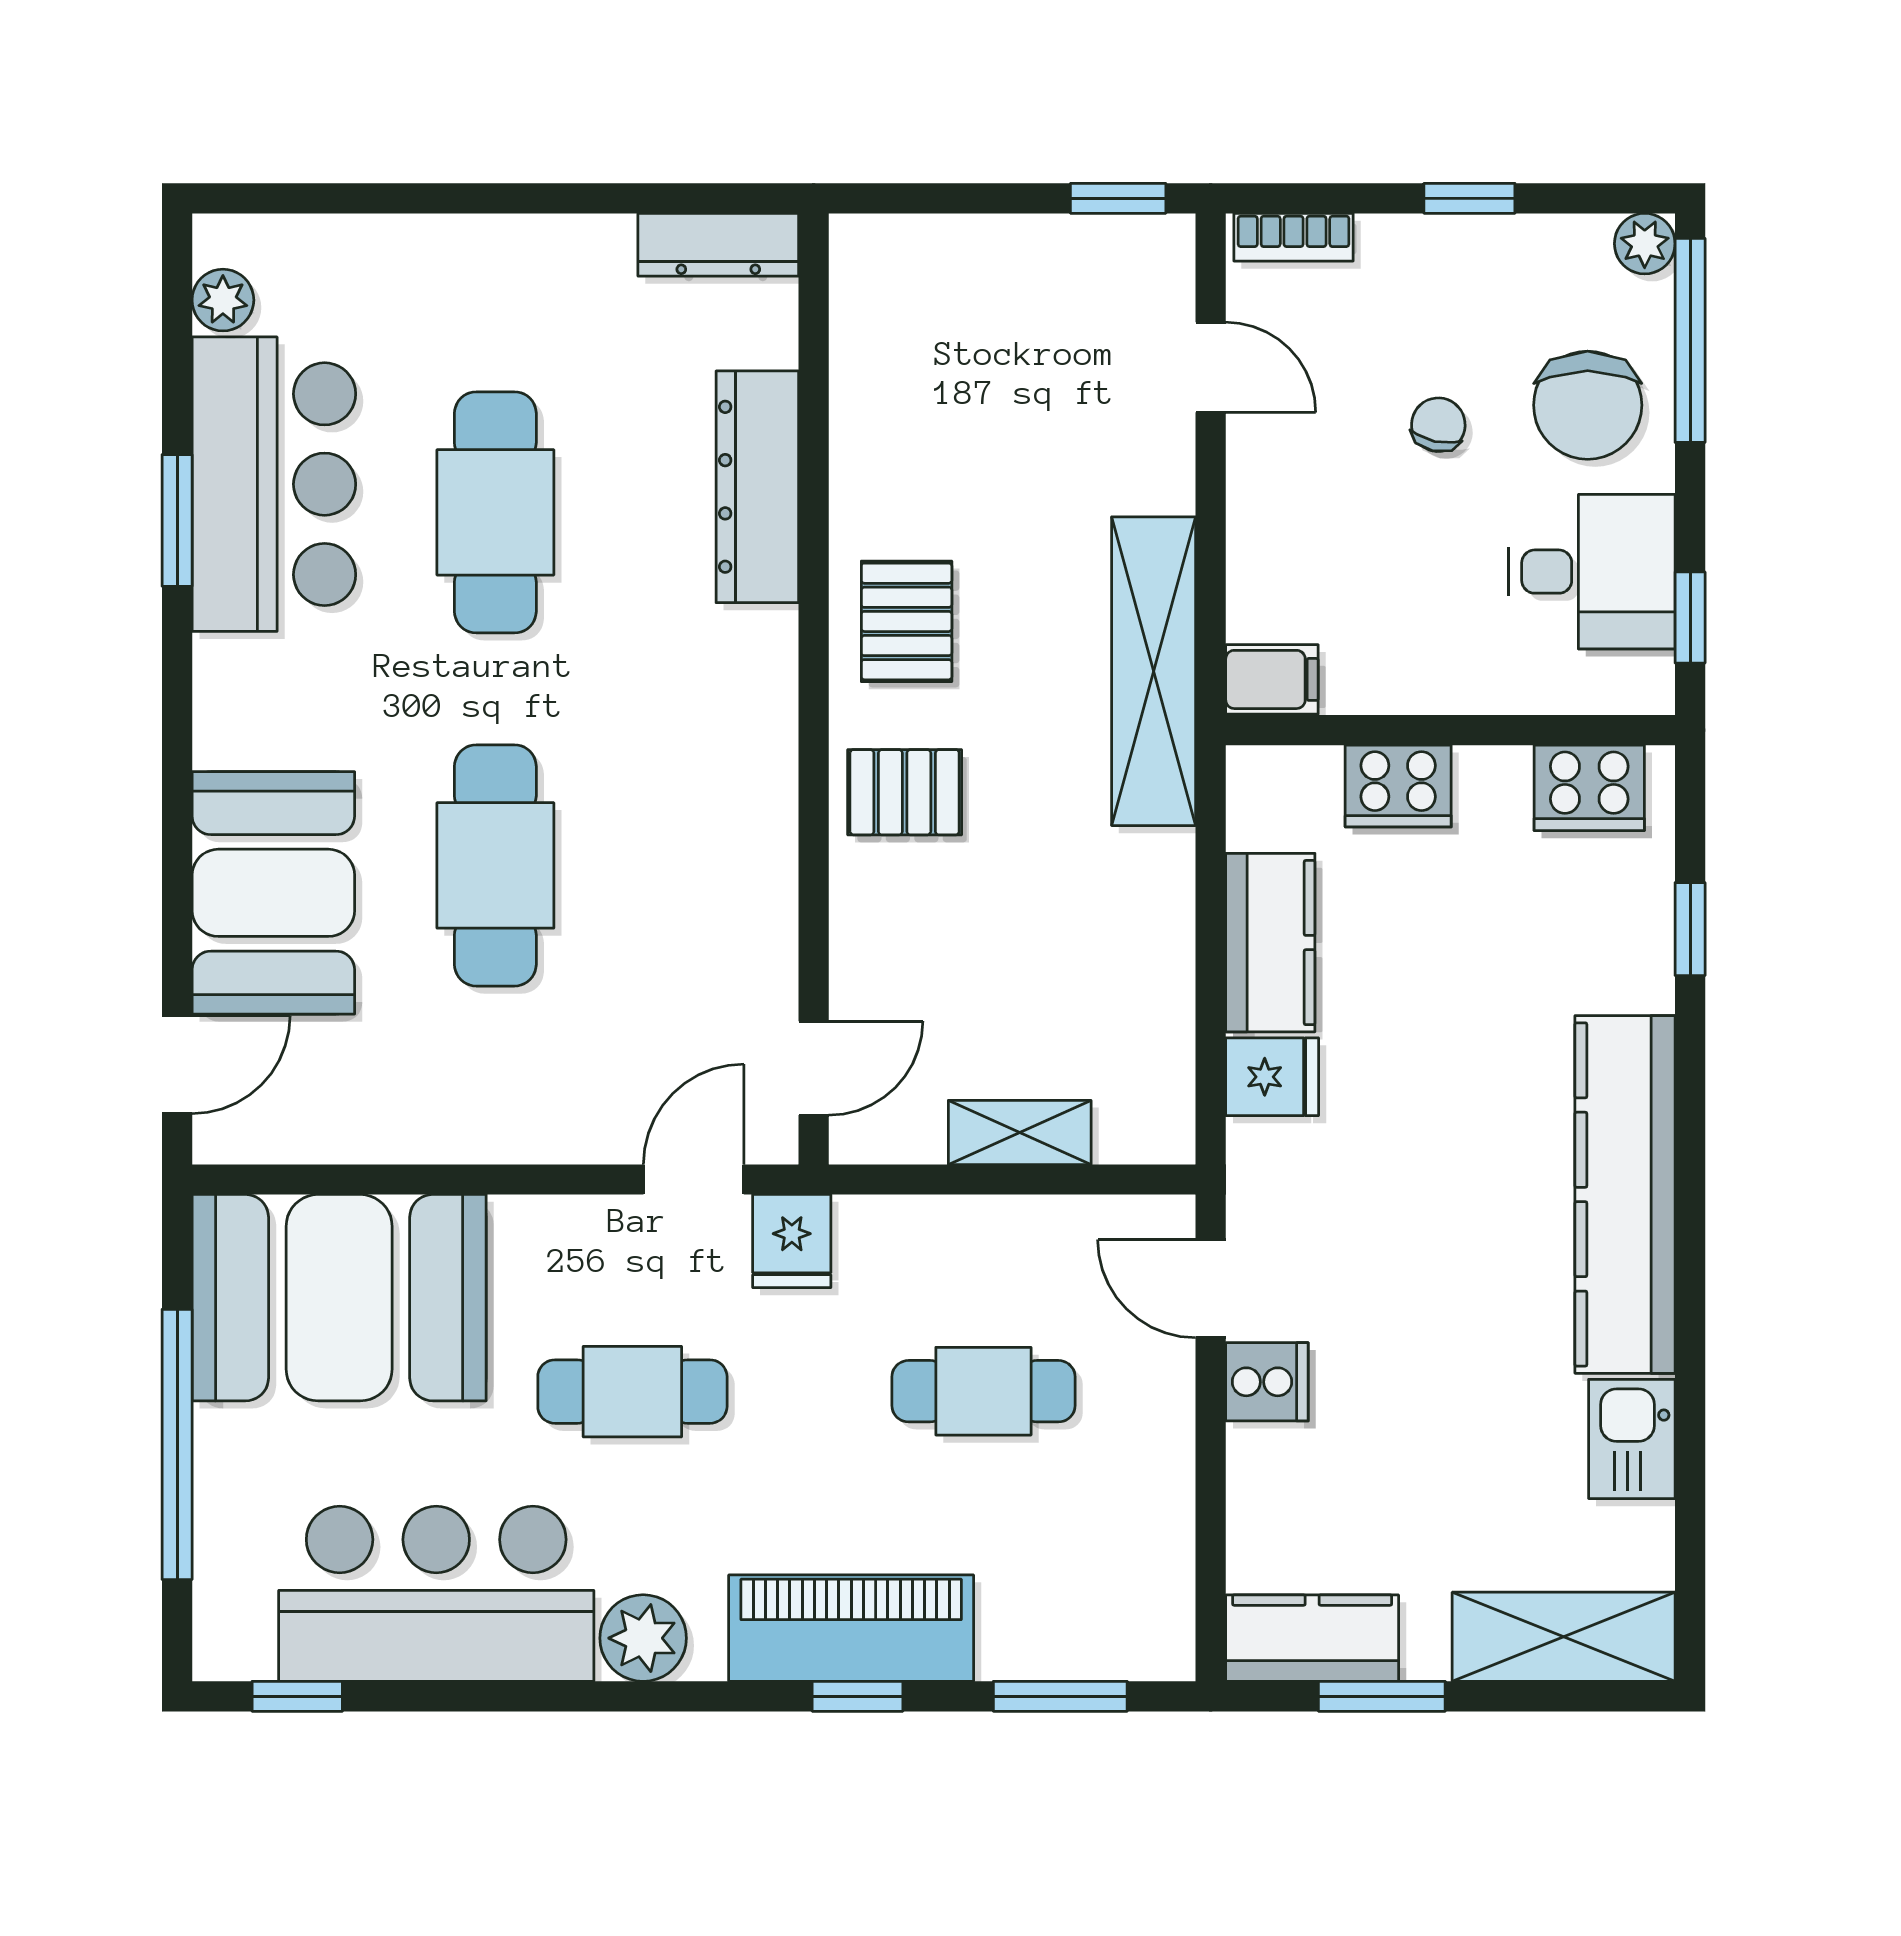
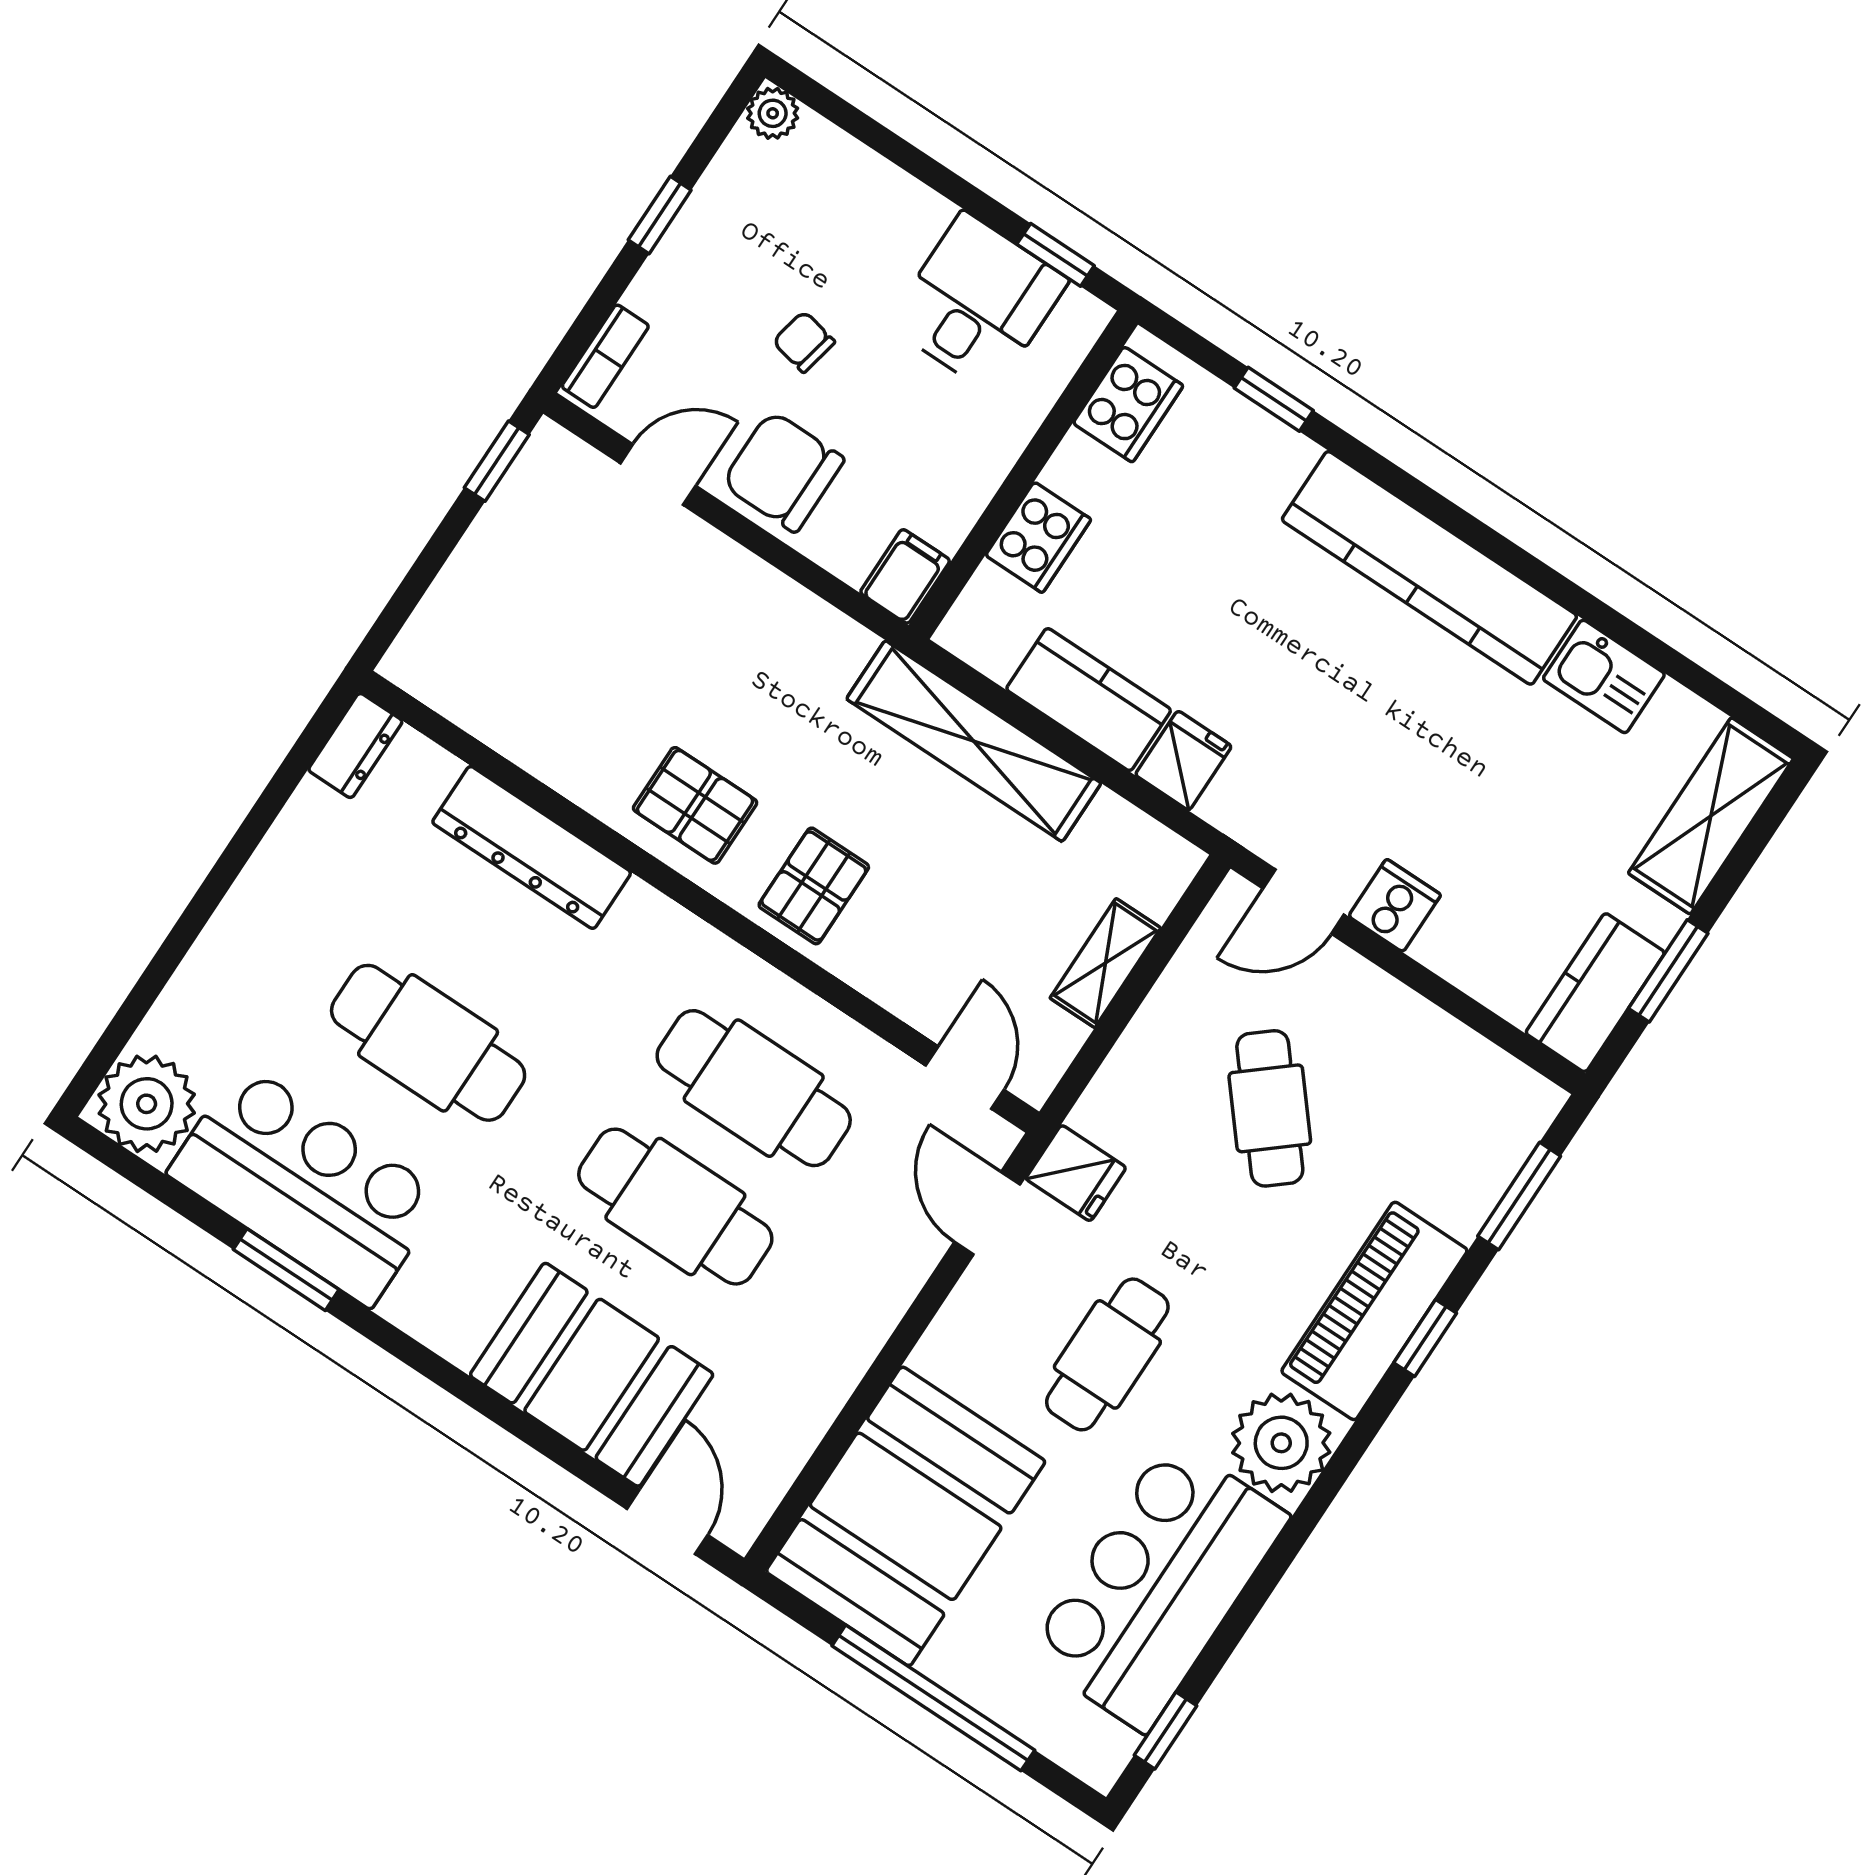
dresser: (718, 245) -> (355, 746), width x0.70
plant: (223, 300) -> (147, 1104), width x1.87, depth x1.87
window: (1690, 340) -> (861, 126), removed
chair: (1588, 405) -> (783, 471), moved, turned 180
shelving: (1154, 671) -> (974, 741), moved
cafe table: (664, 865) -> (754, 1088), added
cafe table: (983, 1391) -> (1270, 1108), turned -40
plant: (643, 1638) -> (1281, 1443), width x1.36, depth x1.36

